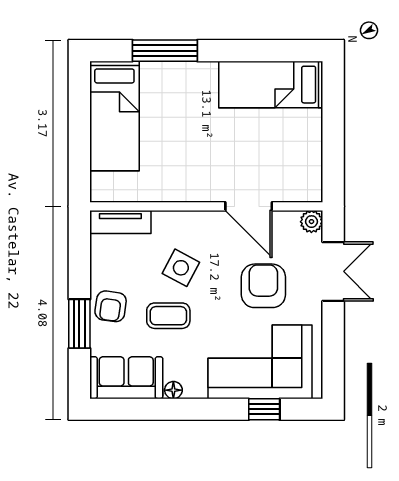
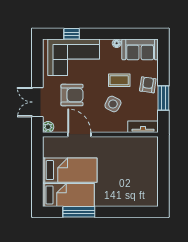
window: (165, 51) -> (79, 212), moved
bed: (114, 116) -> (70, 170), moved, turned 90
armchair: (263, 286) -> (72, 95), turned -90
window: (79, 324) -> (163, 98), moved

